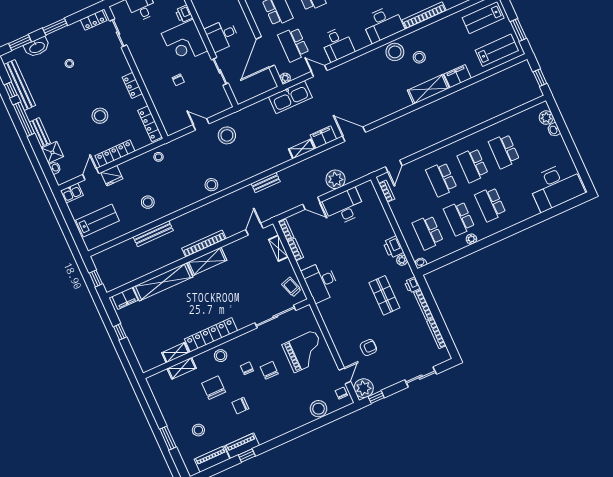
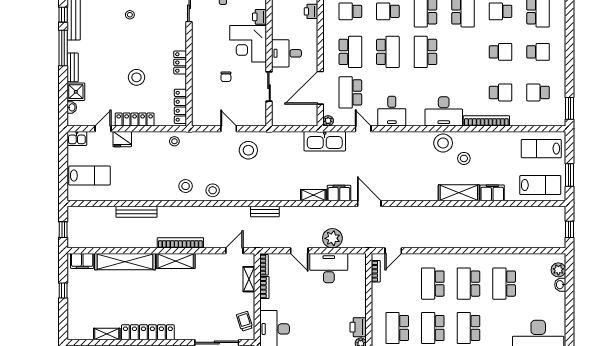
stool: (148, 202) -> (186, 186), moved

